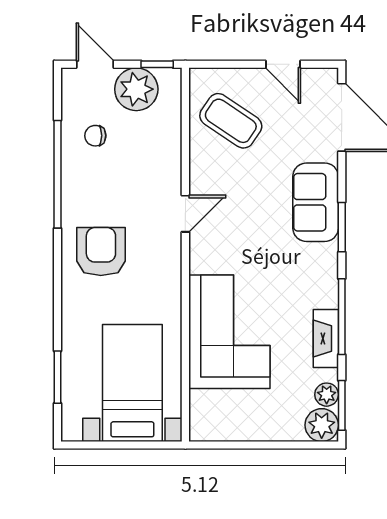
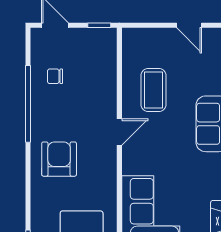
plant: (136, 89) -> (84, 43), removed
coffee table: (231, 121) -> (154, 90), moved, turned 56

